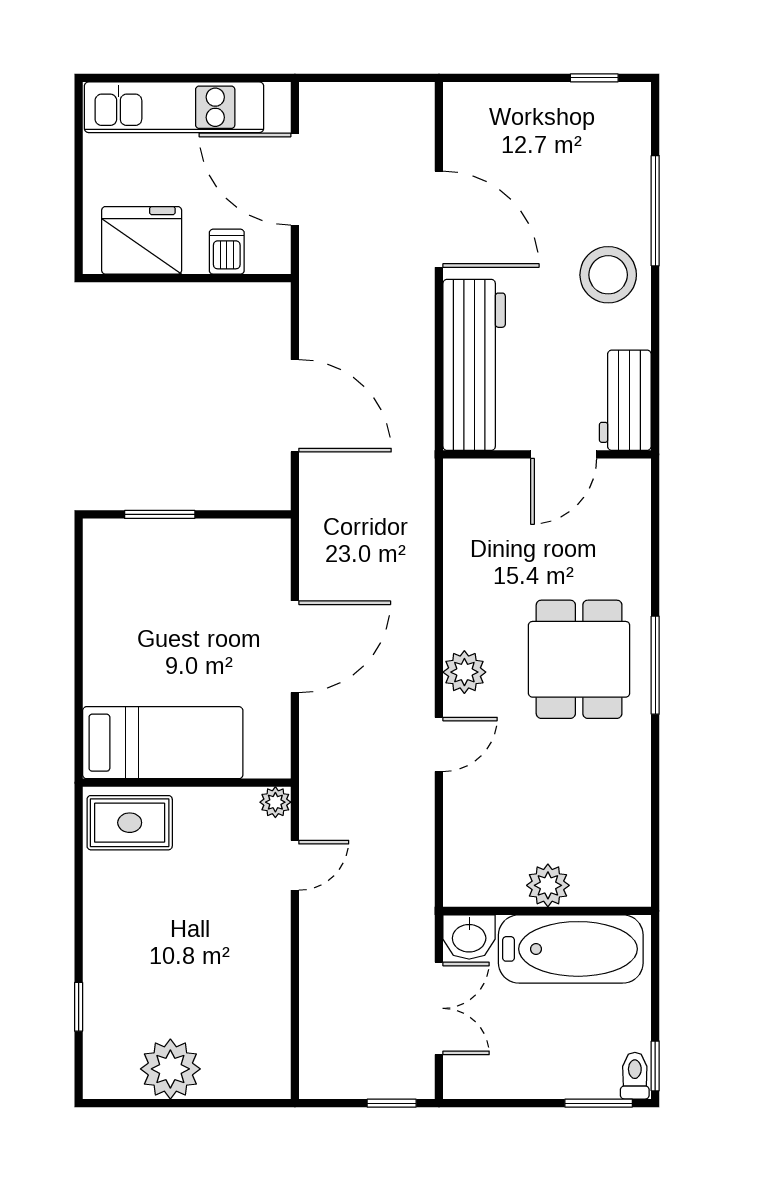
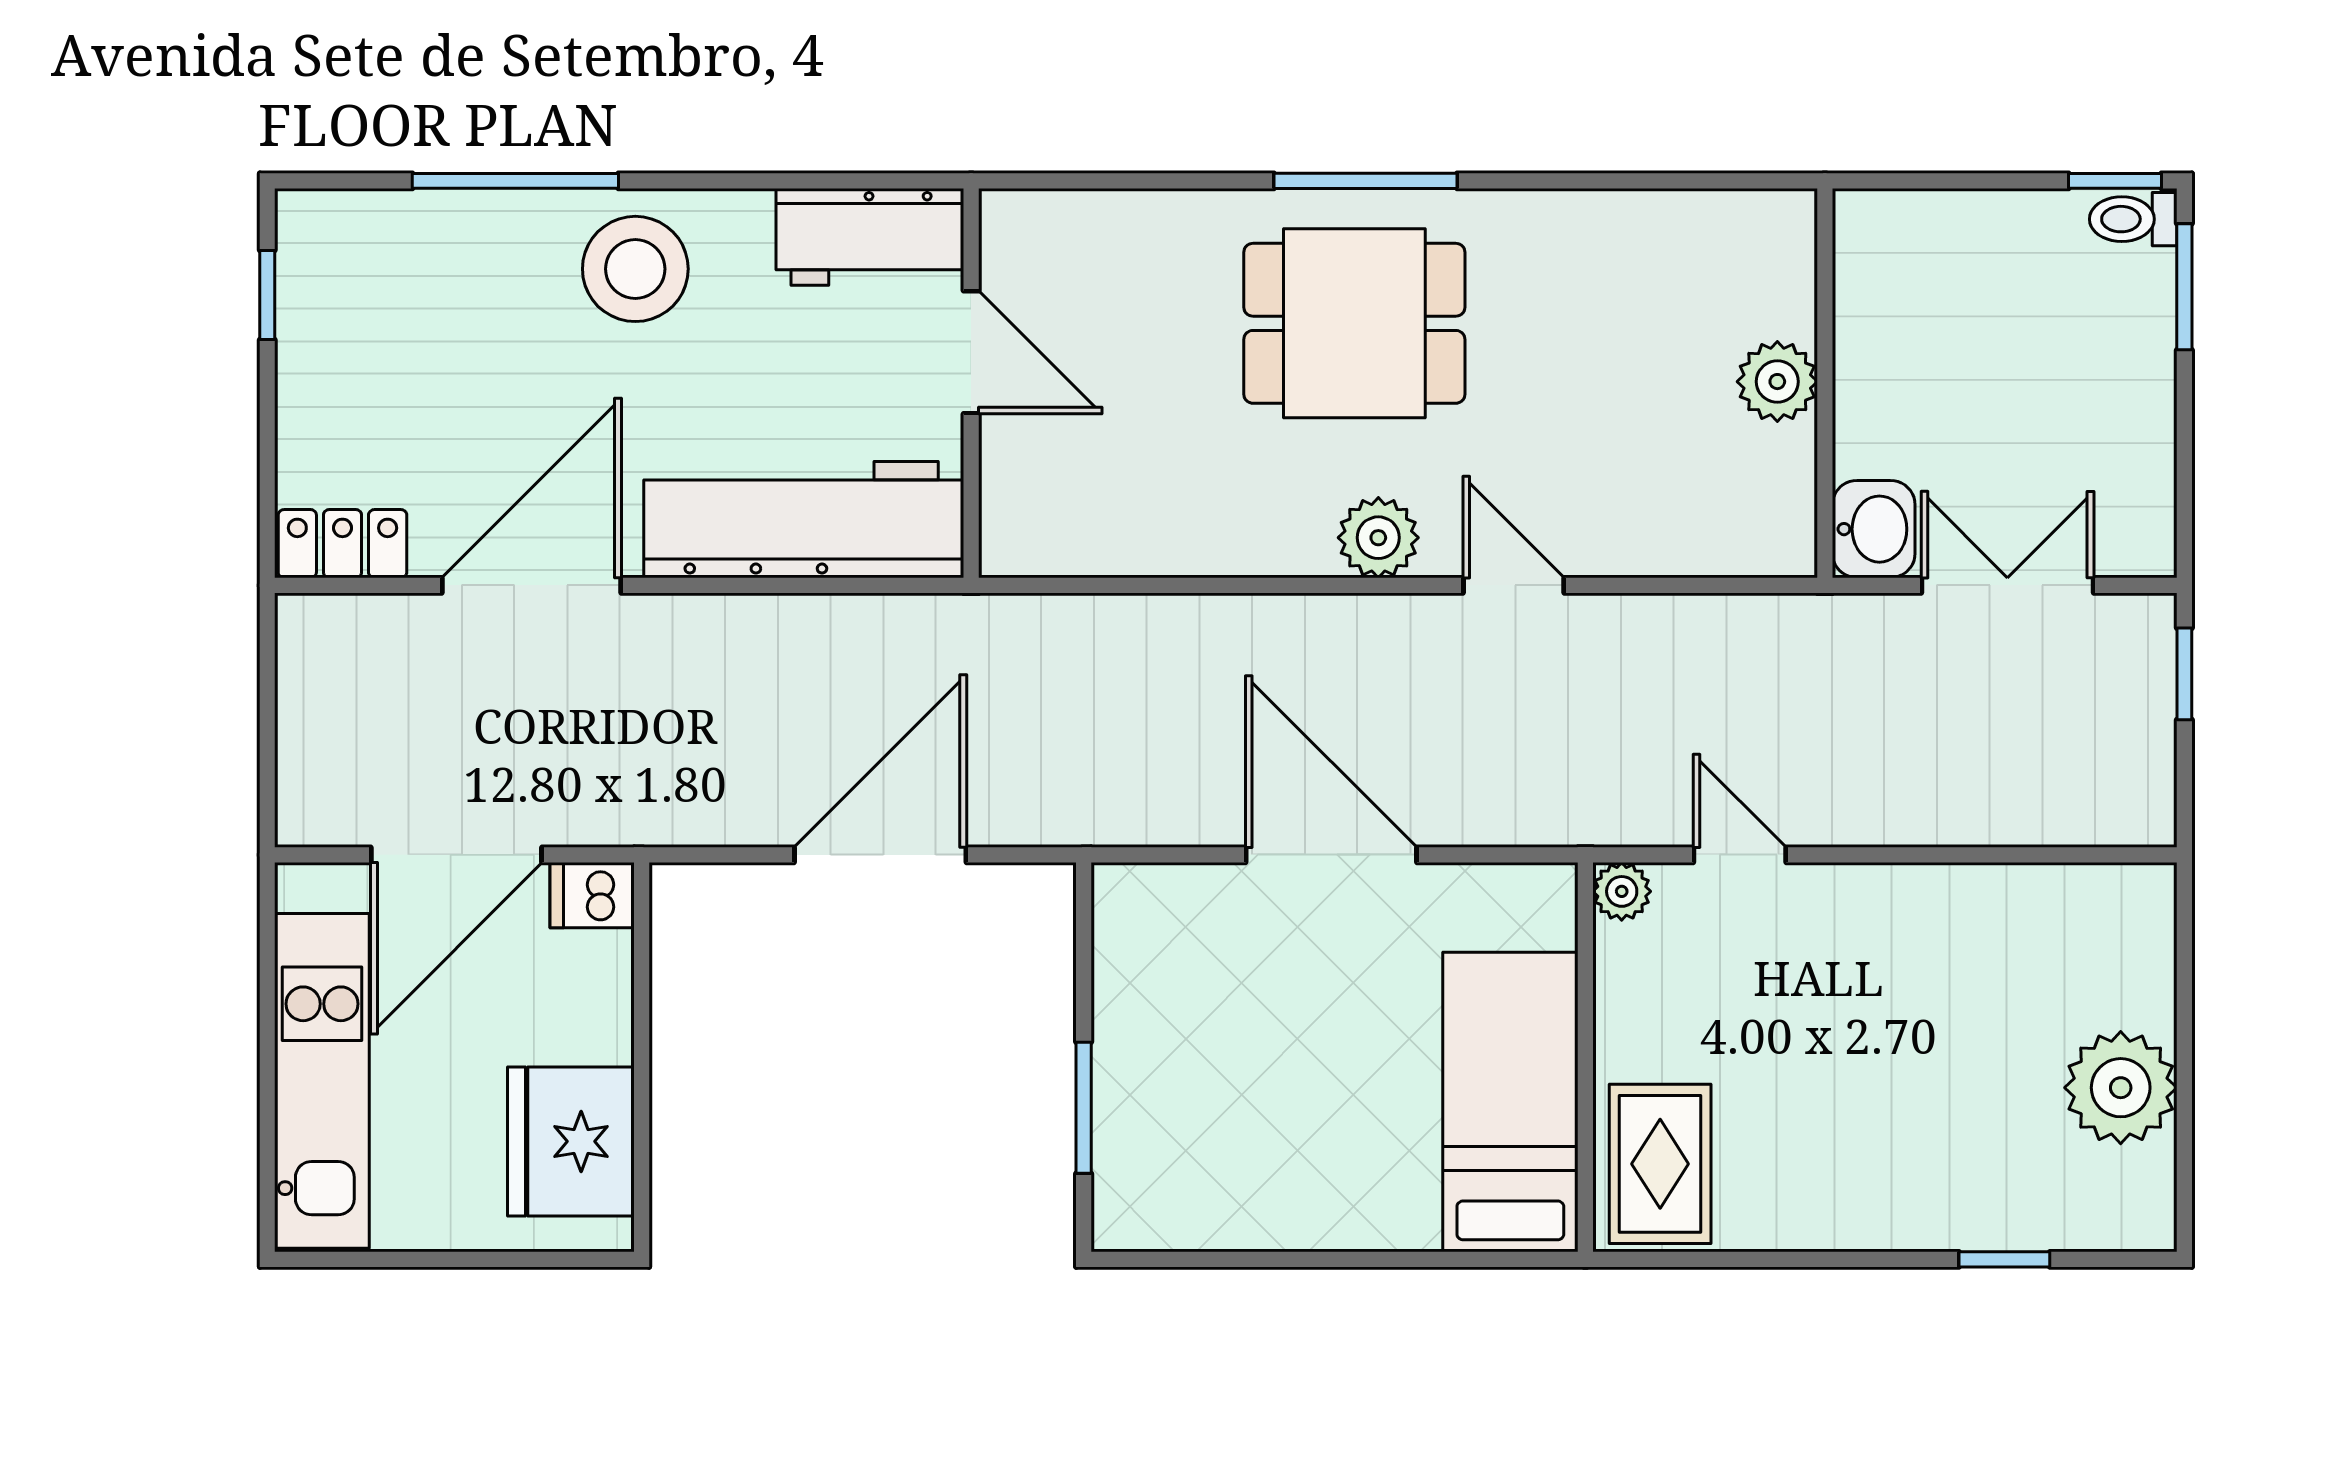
locker: (461, 118) -> (342, 544), added
dishwasher: (227, 252) -> (592, 895), moved
bathtub: (571, 949) -> (1896, 339), removed

